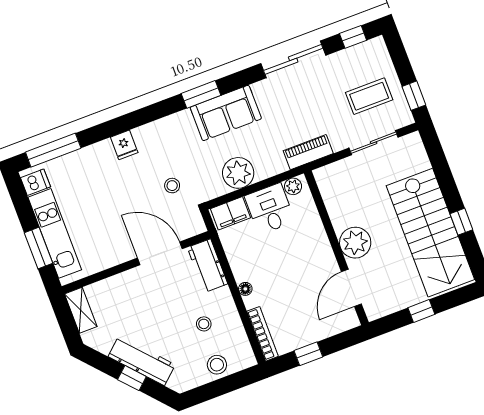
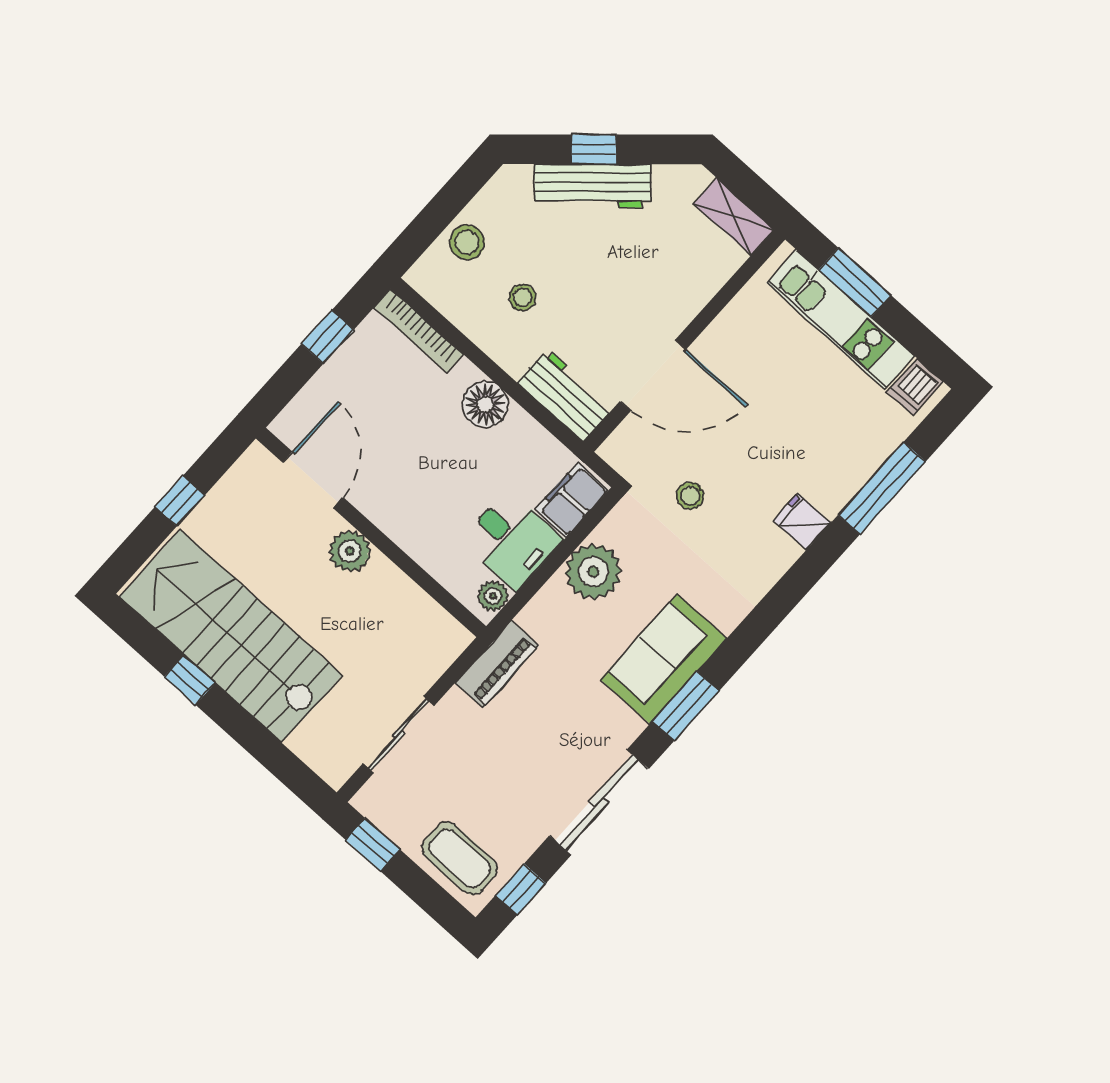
window: (201, 94) -> (686, 706), moved
coffee table: (369, 96) -> (460, 858), moved, turned 90
window: (53, 150) -> (882, 488), moved
plant: (355, 243) -> (350, 551), width x0.73, depth x0.73
floor lamp: (245, 289) -> (485, 404), width x1.89, depth x1.89

